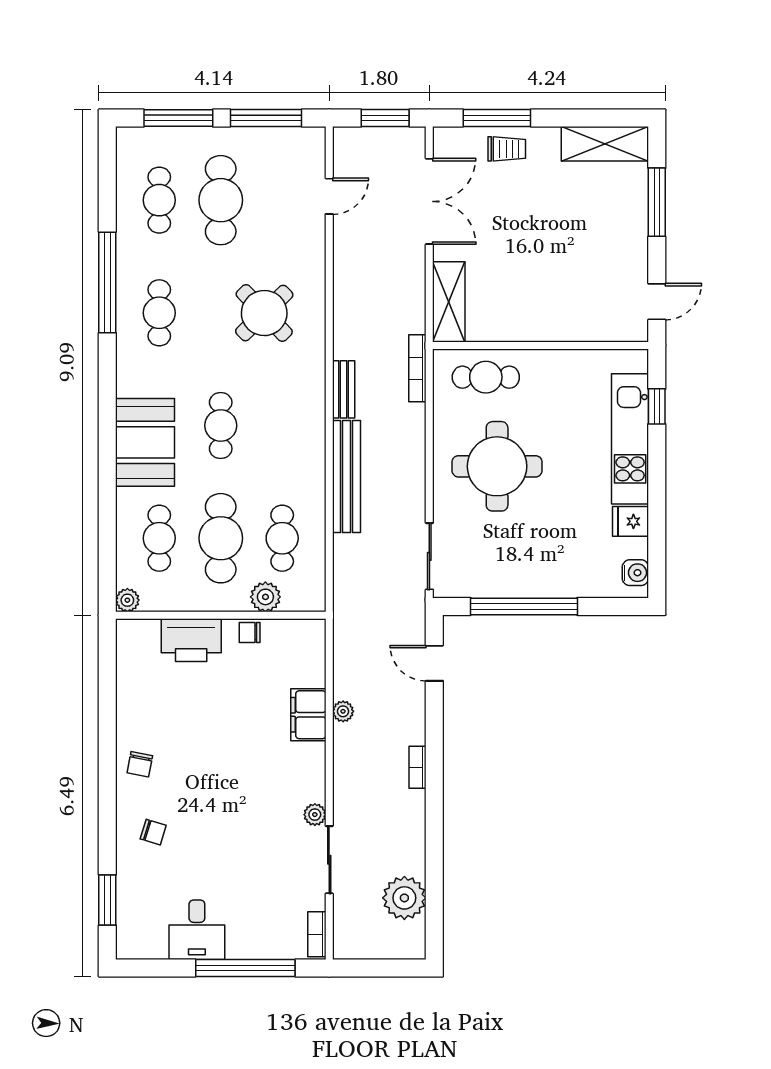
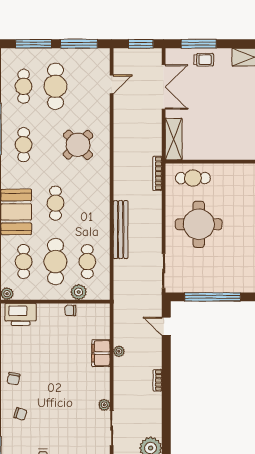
bench: (344, 389) -> (119, 184), removed
printer: (191, 640) -> (21, 314), moved

